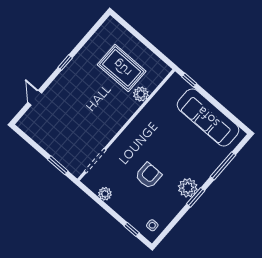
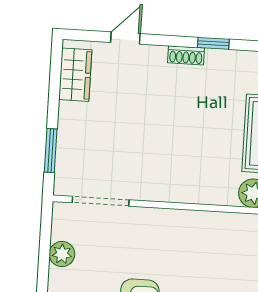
shoe rack: (61, 78) -> (186, 55), added
wardrobe: (34, 130) -> (75, 75), added

